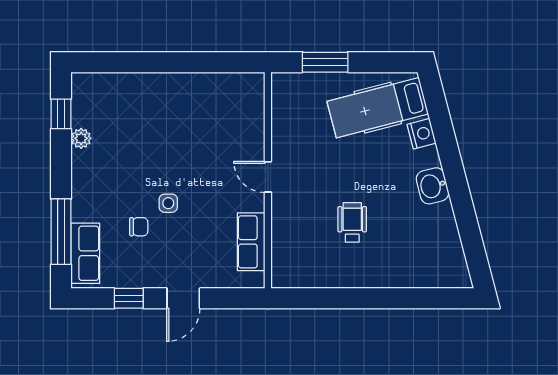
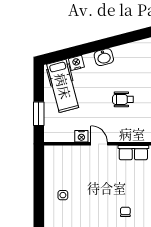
nightstand: (282, 143) -> (81, 136), added
door: (268, 177) -> (99, 144), swing flipped
side table: (168, 203) -> (63, 195), moved

